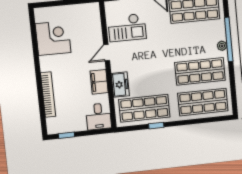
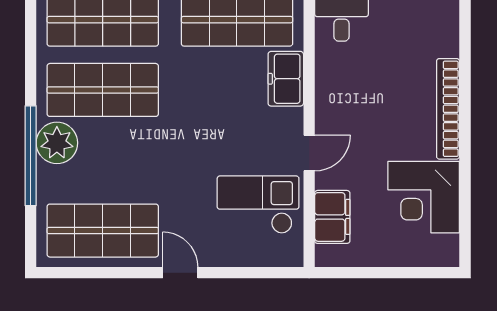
plant: (222, 46) -> (57, 143), width x1.88, depth x1.88
filing cabinet: (99, 82) -> (332, 217), moved
bookcase: (48, 95) -> (448, 109), moved

